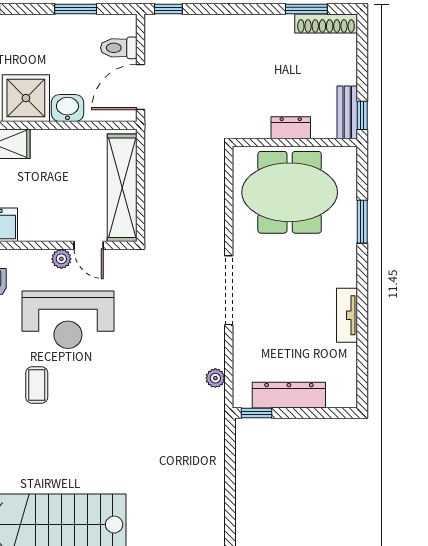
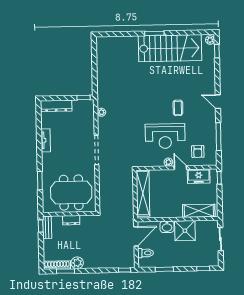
plant: (279, 28) -> (77, 263), added
door: (89, 245) -> (180, 168), moved
reception desk: (68, 320) -> (165, 136), turned 180
dresser: (289, 395) -> (56, 106), moved

